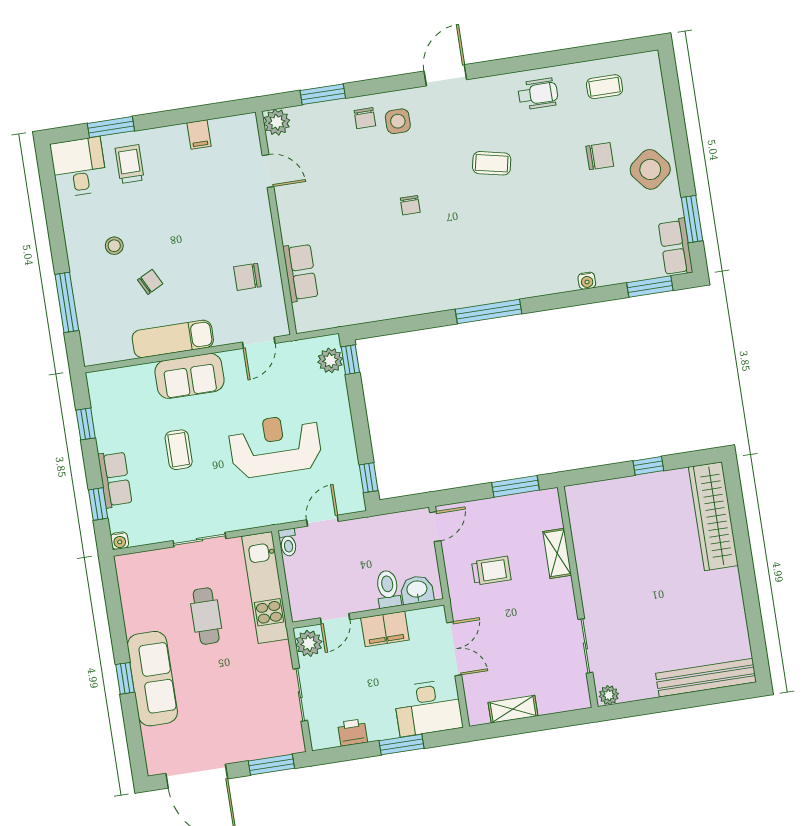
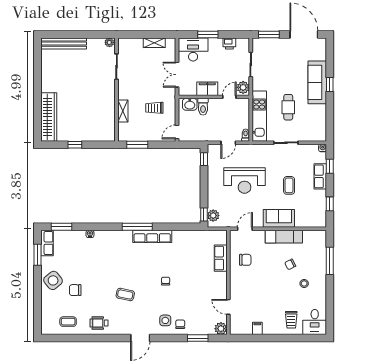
window: (111, 127) -> (297, 338), removed
row of seats: (453, 296) -> (152, 236), added

